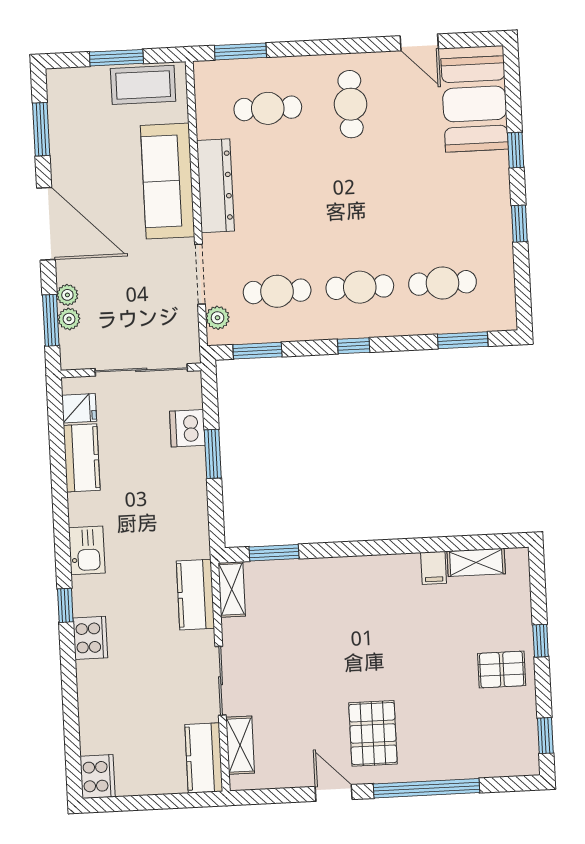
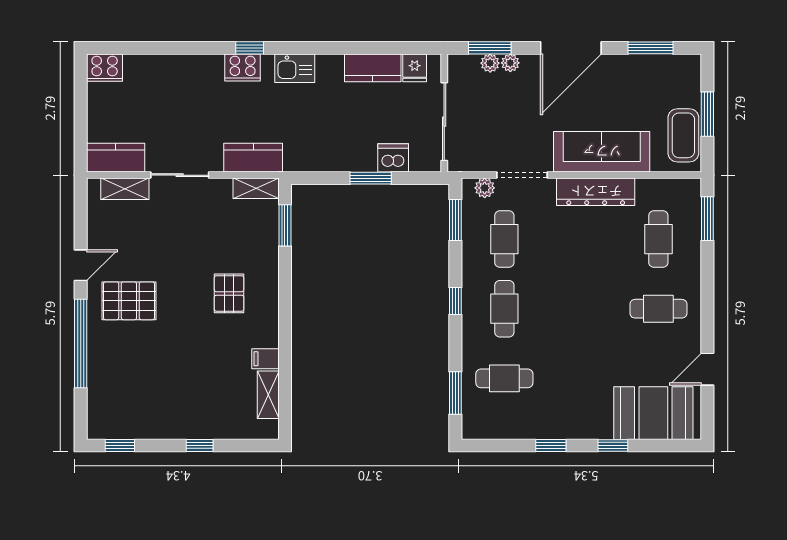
cafe table: (443, 283) -> (504, 378), turned 90
cooker: (90, 638) -> (243, 67), moved
pallet: (502, 670) -> (229, 293), moved

